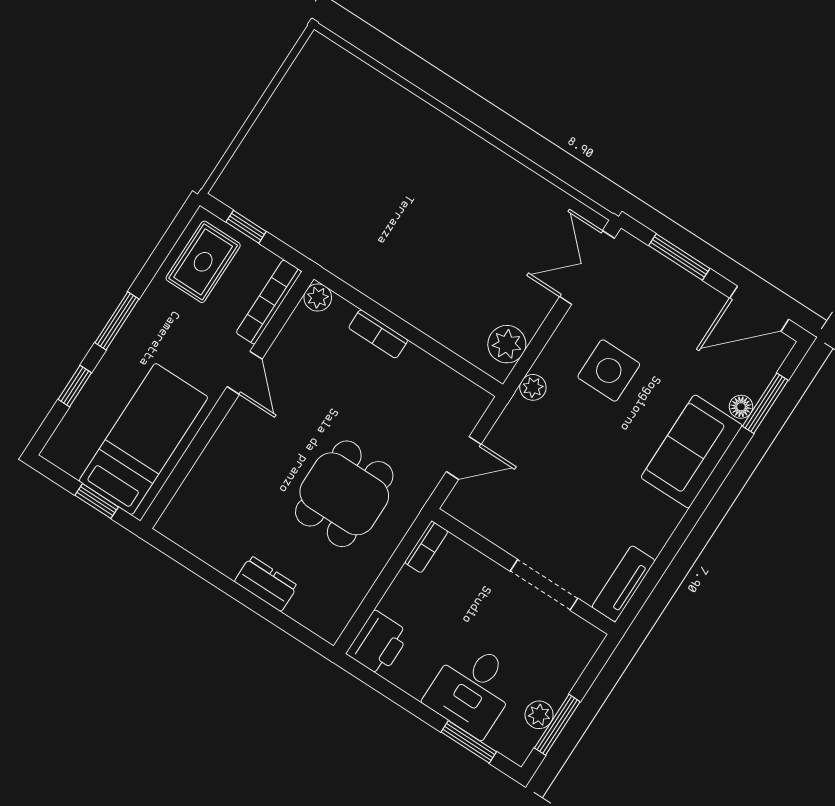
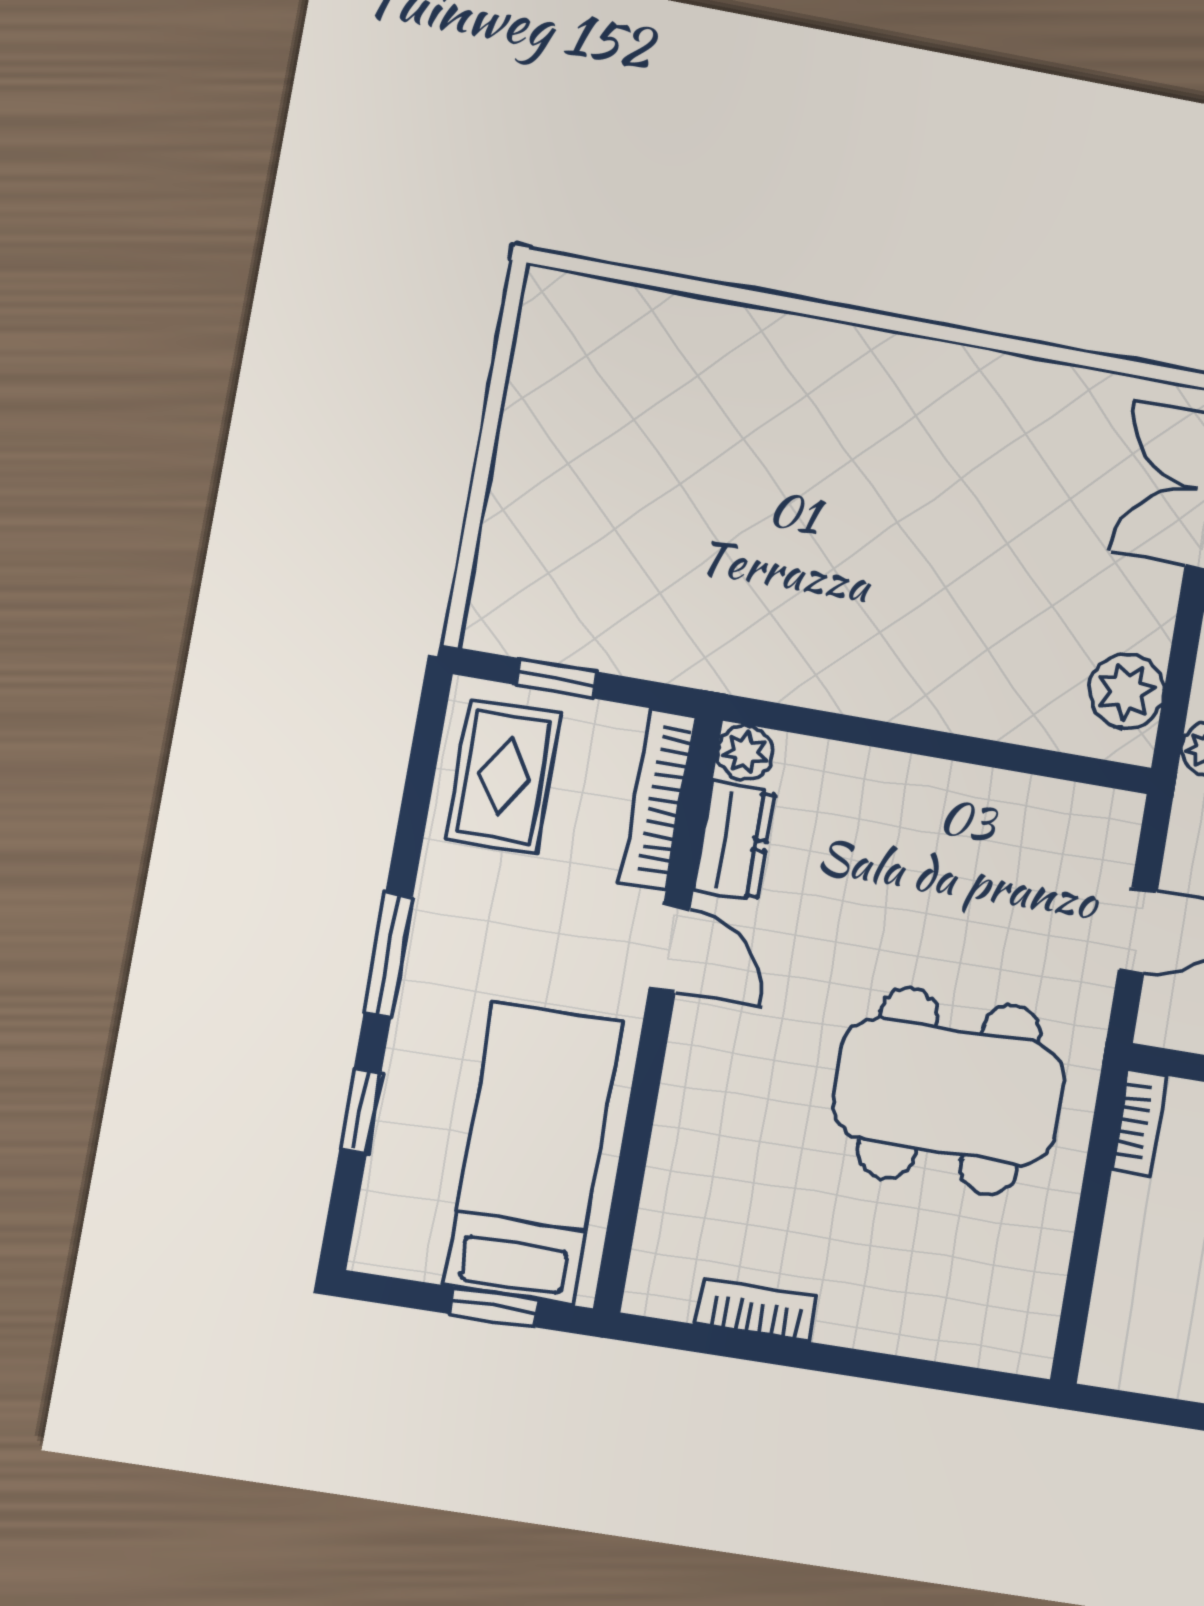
bookcase: (378, 334) -> (756, 1310), moved, turned 180
dining table: (344, 494) -> (949, 1091), width x1.38
dresser: (266, 584) -> (734, 841), moved, turned 90
printer: (378, 643) -> (1129, 1337), removed

